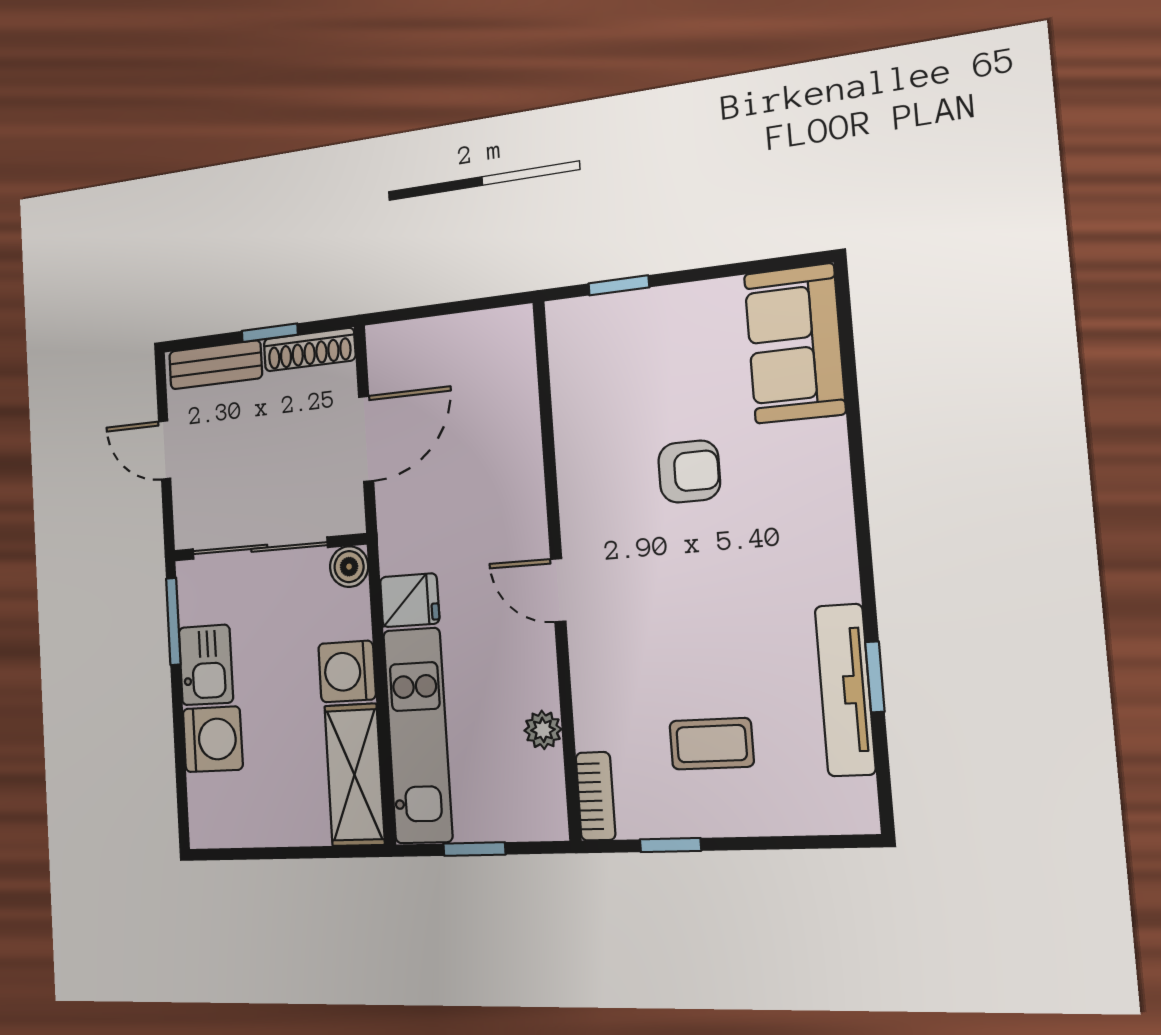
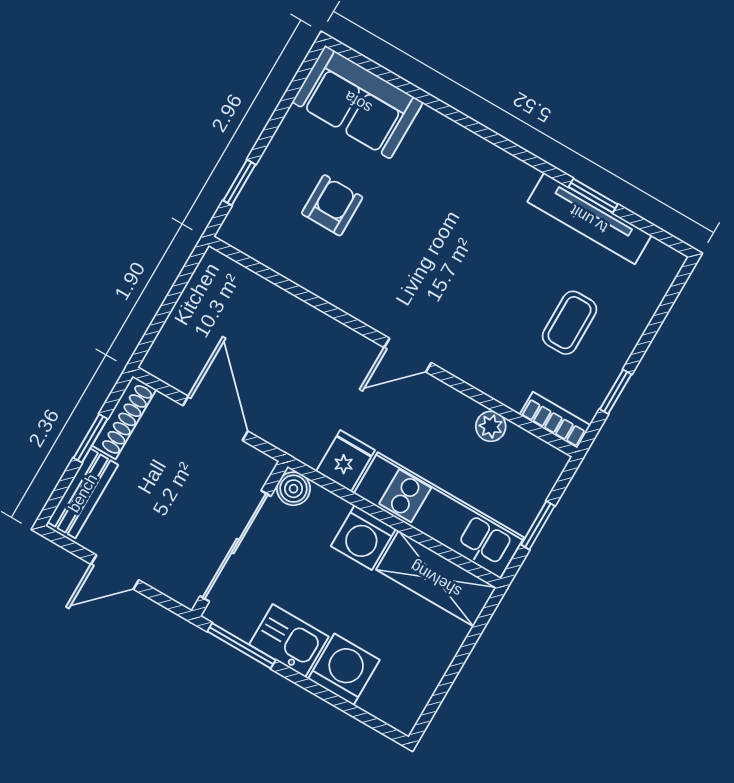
armchair: (689, 471) -> (332, 205), moved

